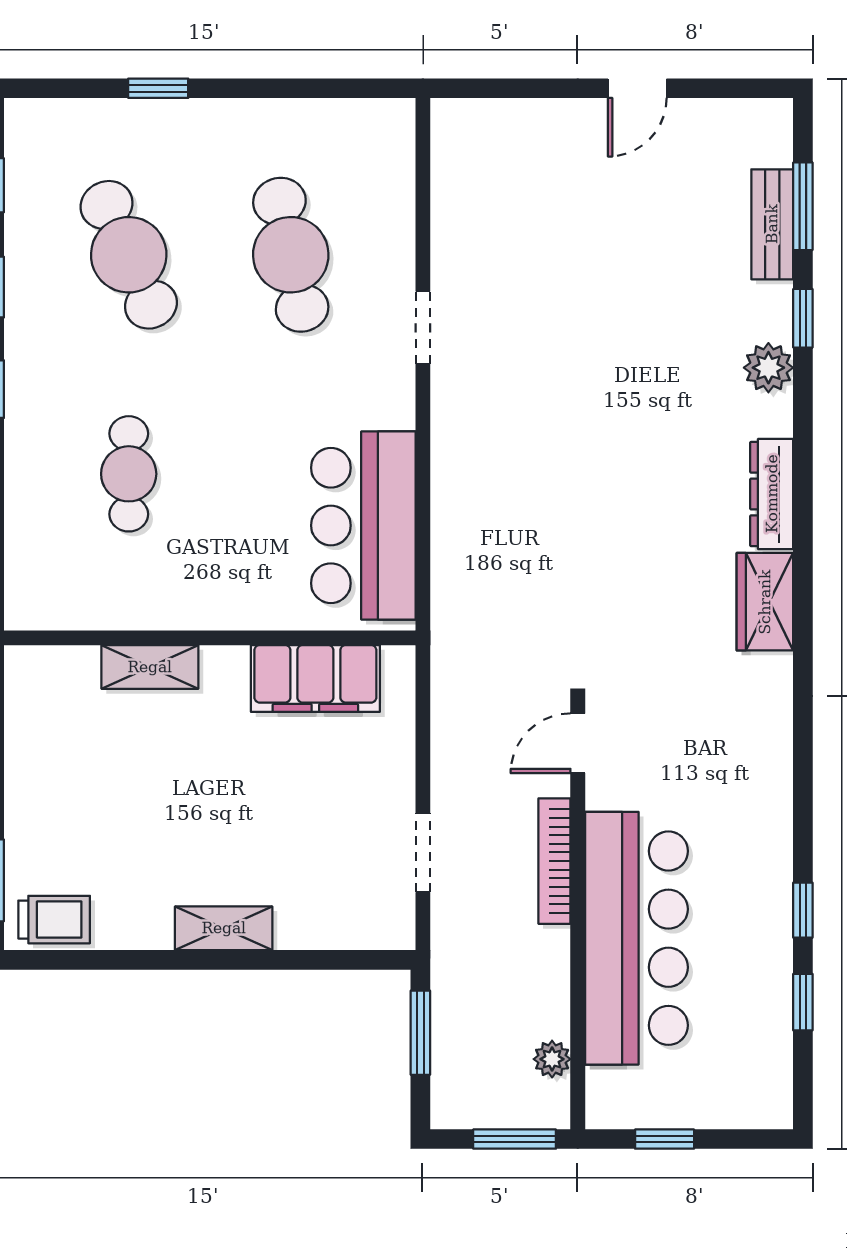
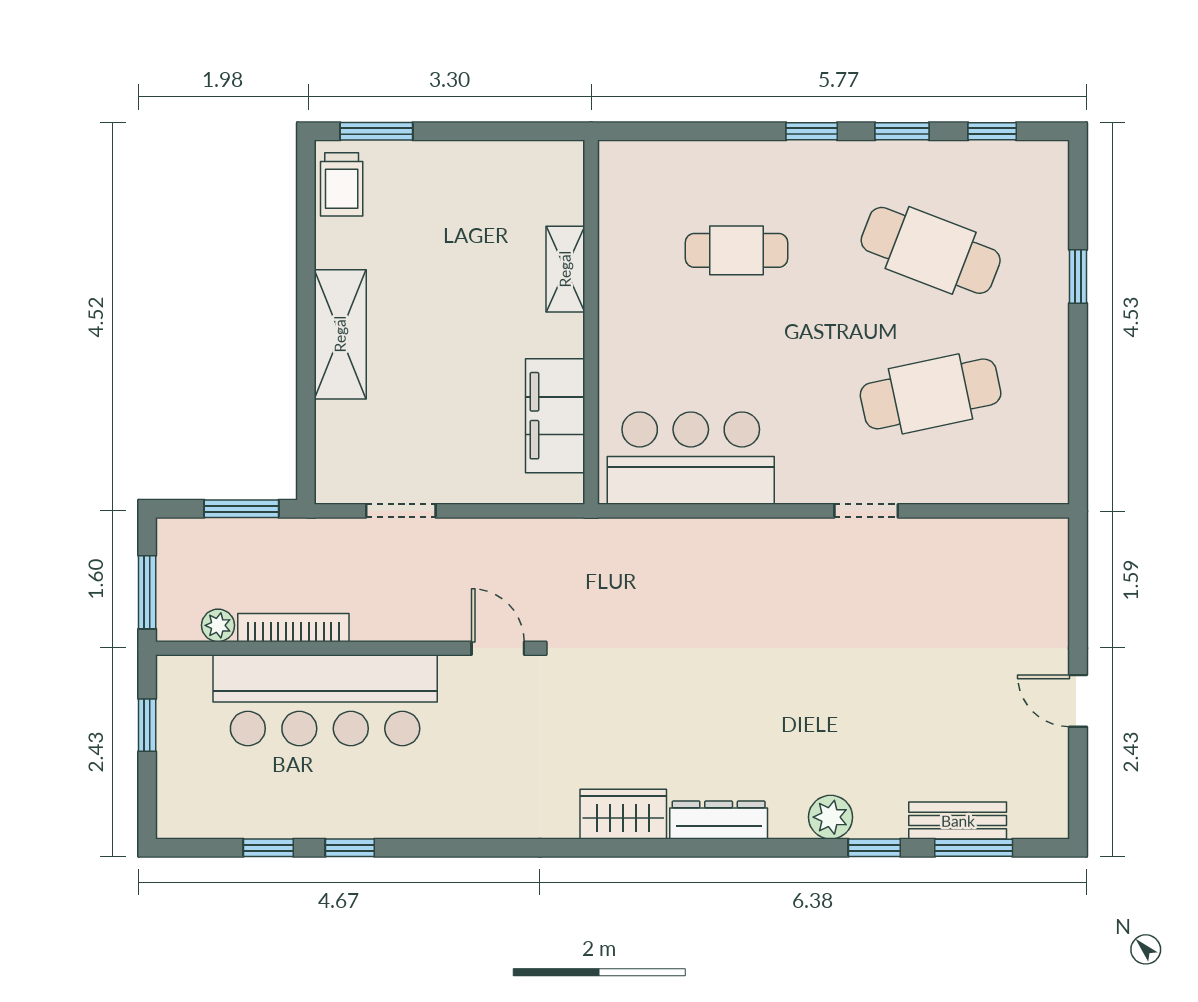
cafe table: (129, 255) -> (931, 250), turned 45
bookcase: (554, 861) -> (293, 628), moved
shelving: (224, 928) -> (340, 334), width x1.50, depth x1.33

